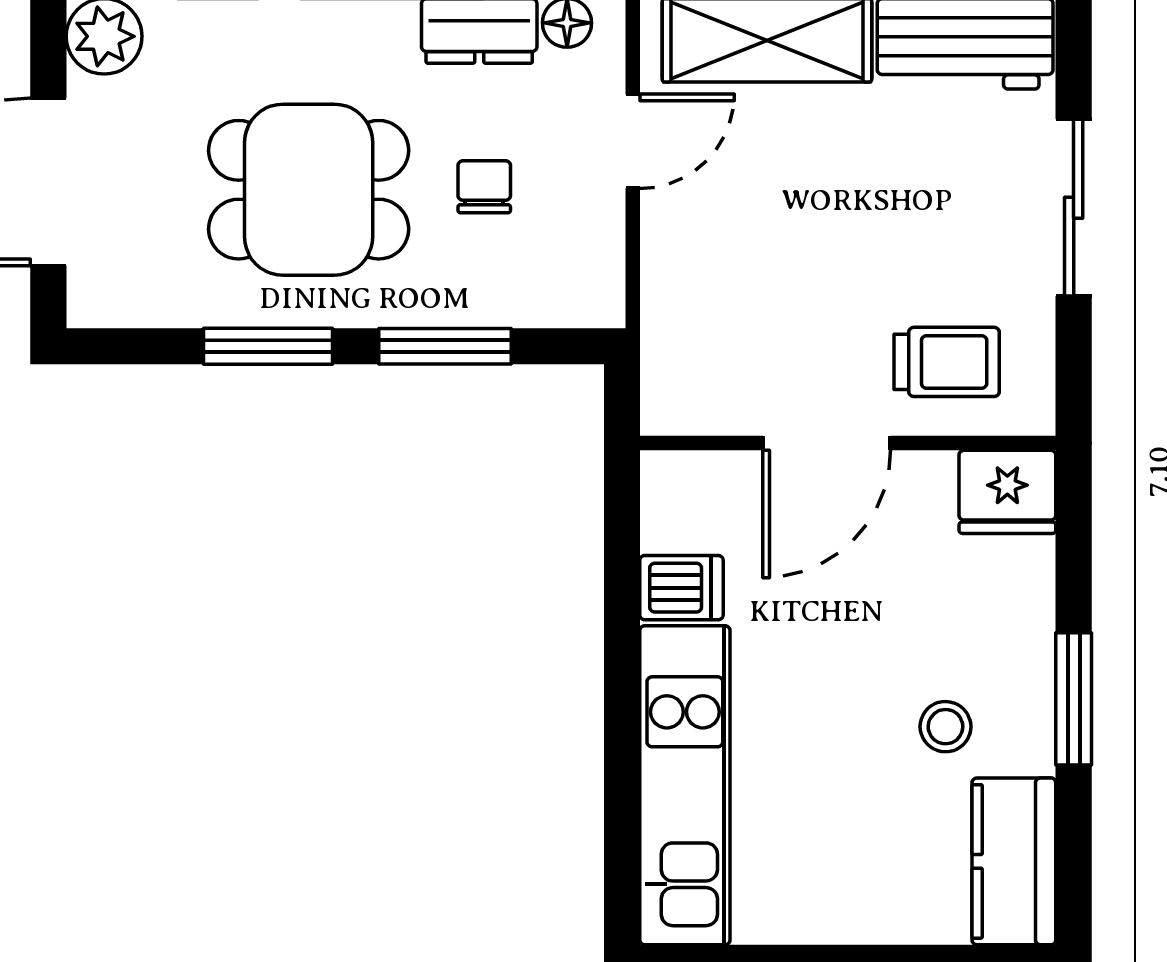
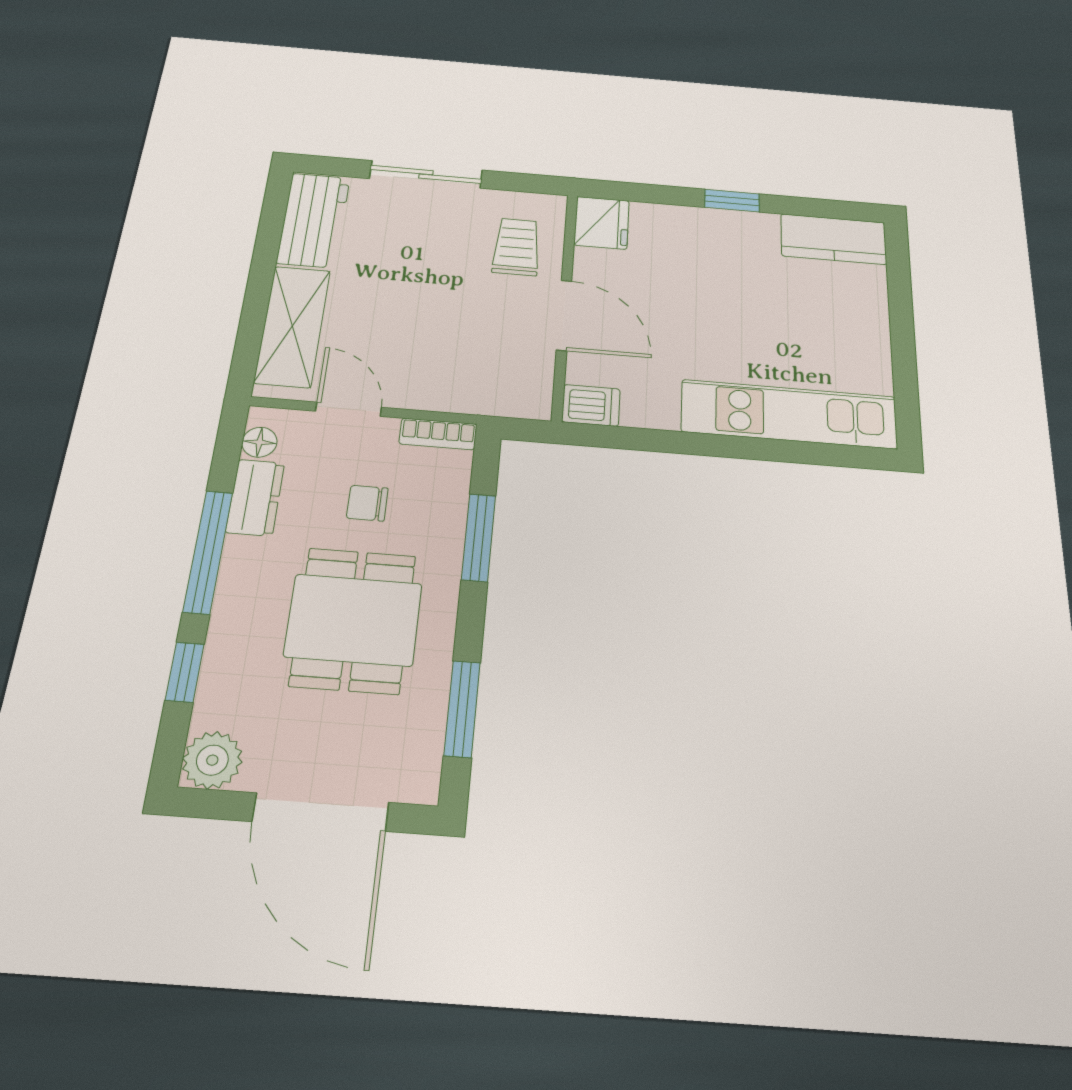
bookcase: (604, 274) -> (438, 434), added
window: (268, 346) -> (462, 709), moved
dishwasher: (681, 588) -> (591, 405), moved, turned 90
window: (1074, 699) -> (732, 201), width x0.67
stool: (945, 727) -> (749, 267), removed

